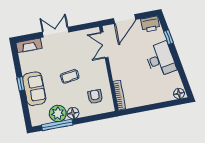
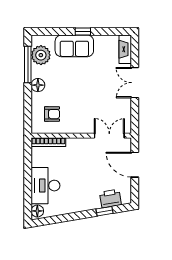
printer: (150, 24) -> (110, 199), moved, turned 80
double door: (56, 32) -> (135, 83), swing flipped
desk: (161, 59) -> (45, 186), moved, turned 100
coffee table: (70, 76) -> (81, 89), removed
plant: (58, 113) -> (41, 55), moved

